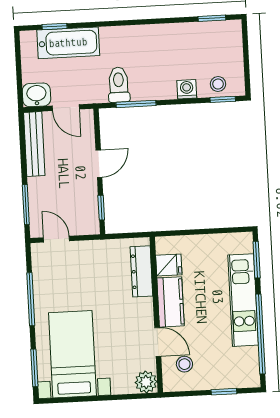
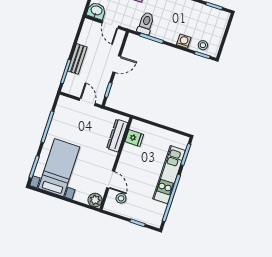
bench: (34, 144) -> (77, 59), moved, width x0.73
door: (56, 239) -> (87, 102), moved
kitchen counter: (171, 302) -> (127, 160), removed

